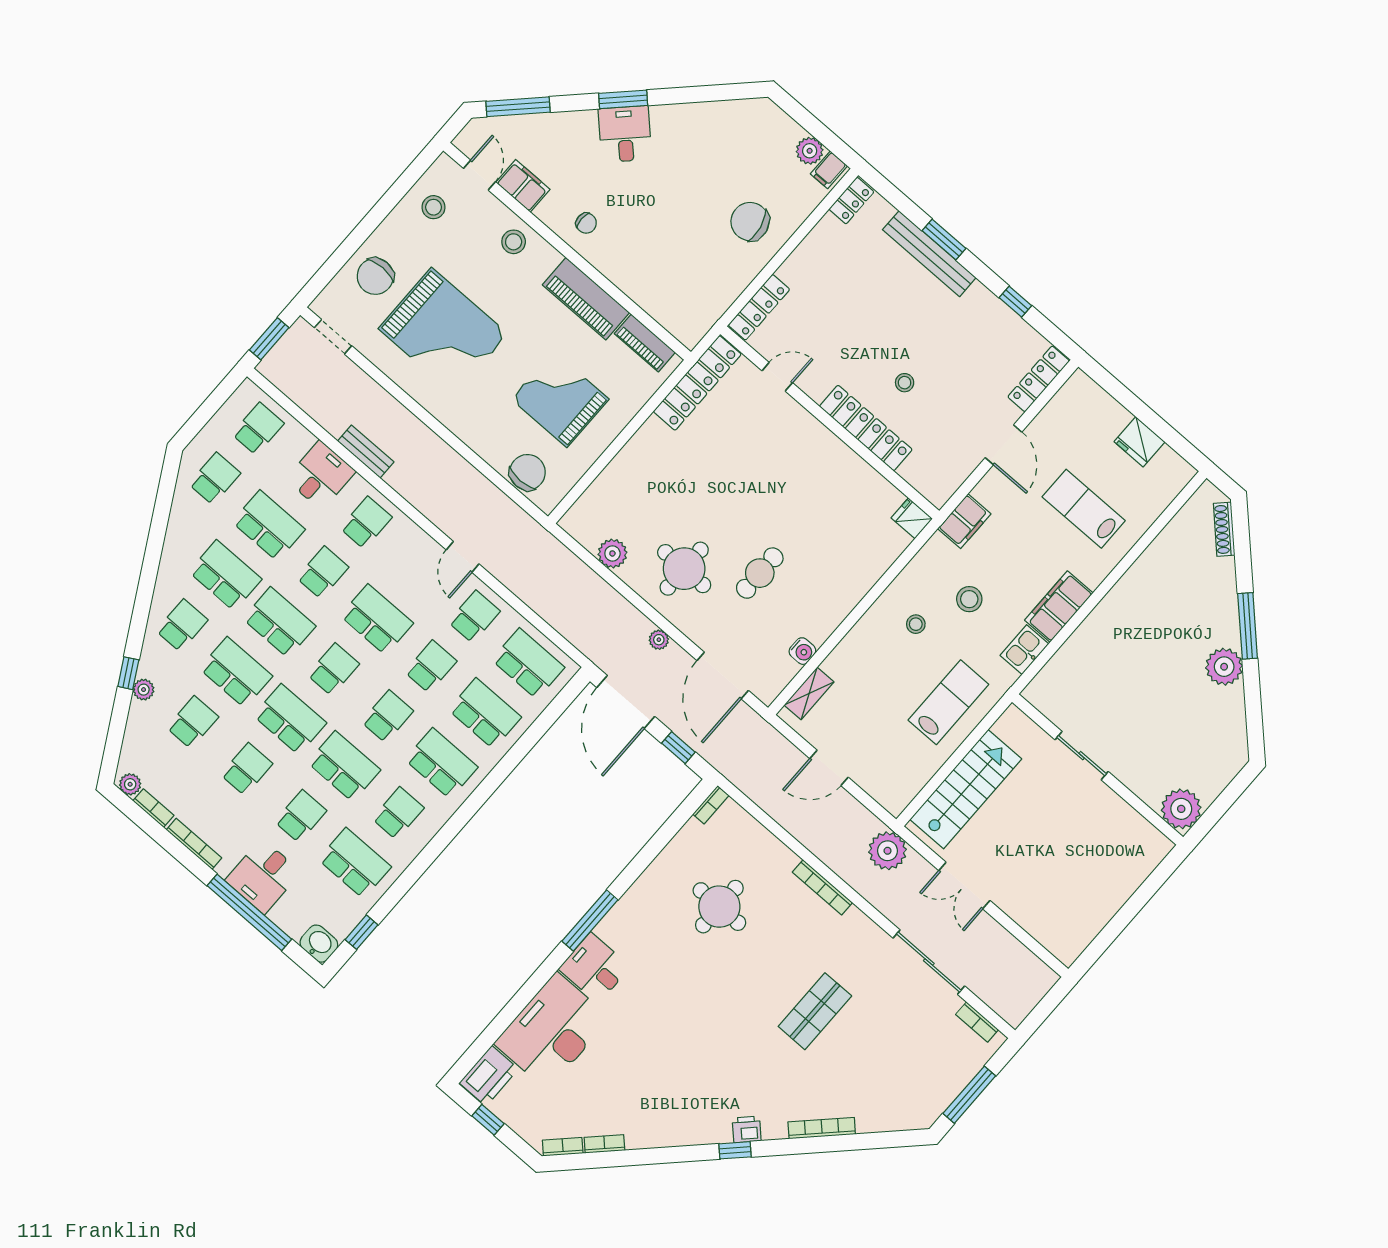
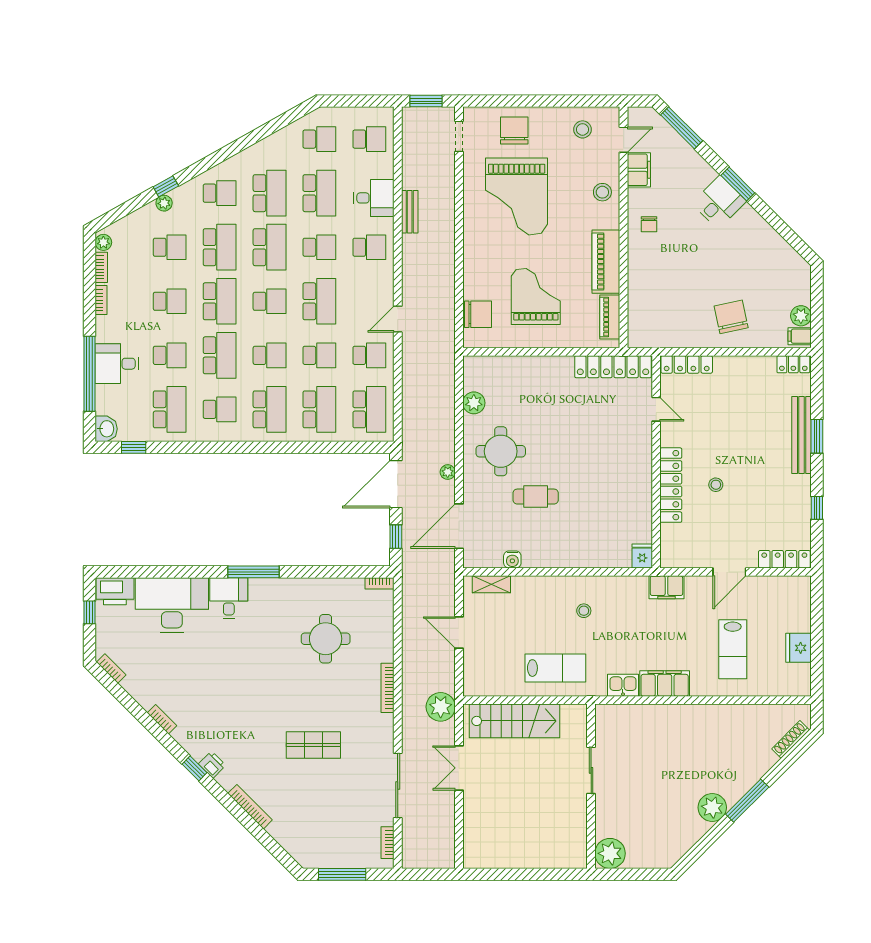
chair: (375, 276) -> (514, 130), turned 90
lab bench: (1084, 509) -> (733, 649), turned 180
stool: (969, 599) -> (625, 629), removed
bookcase: (194, 844) -> (101, 300), width x0.64
bookcase: (604, 1144) -> (162, 719), moved

